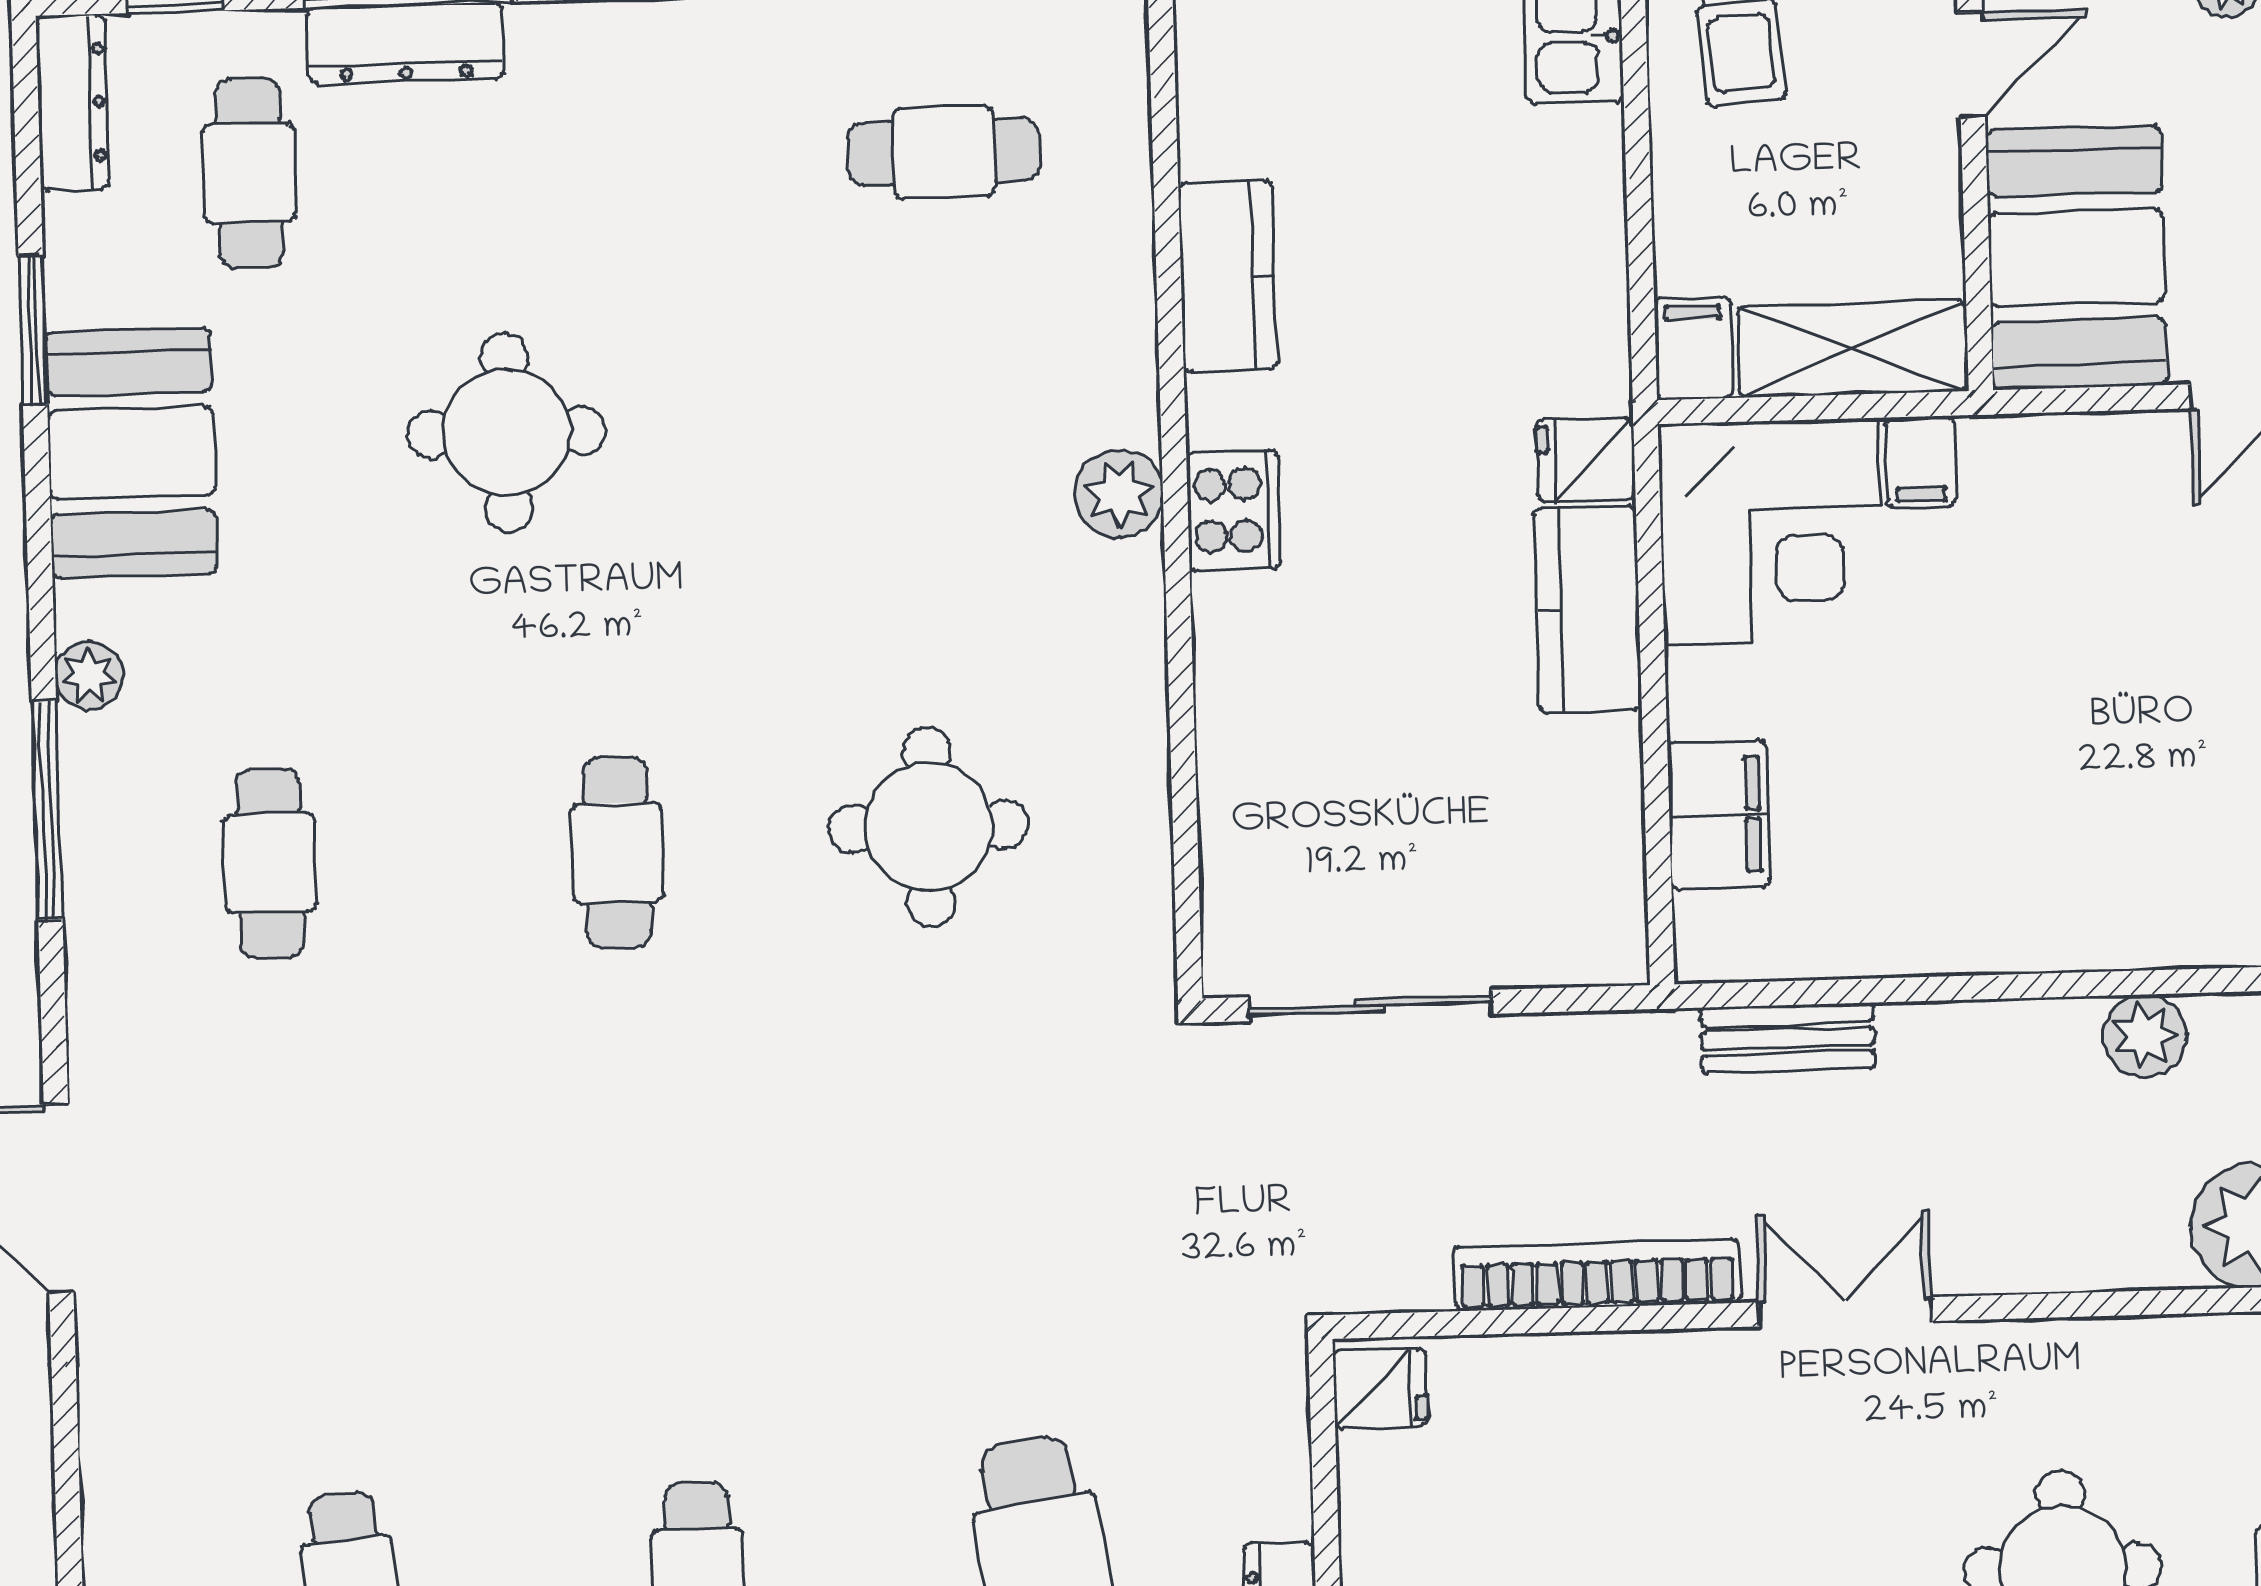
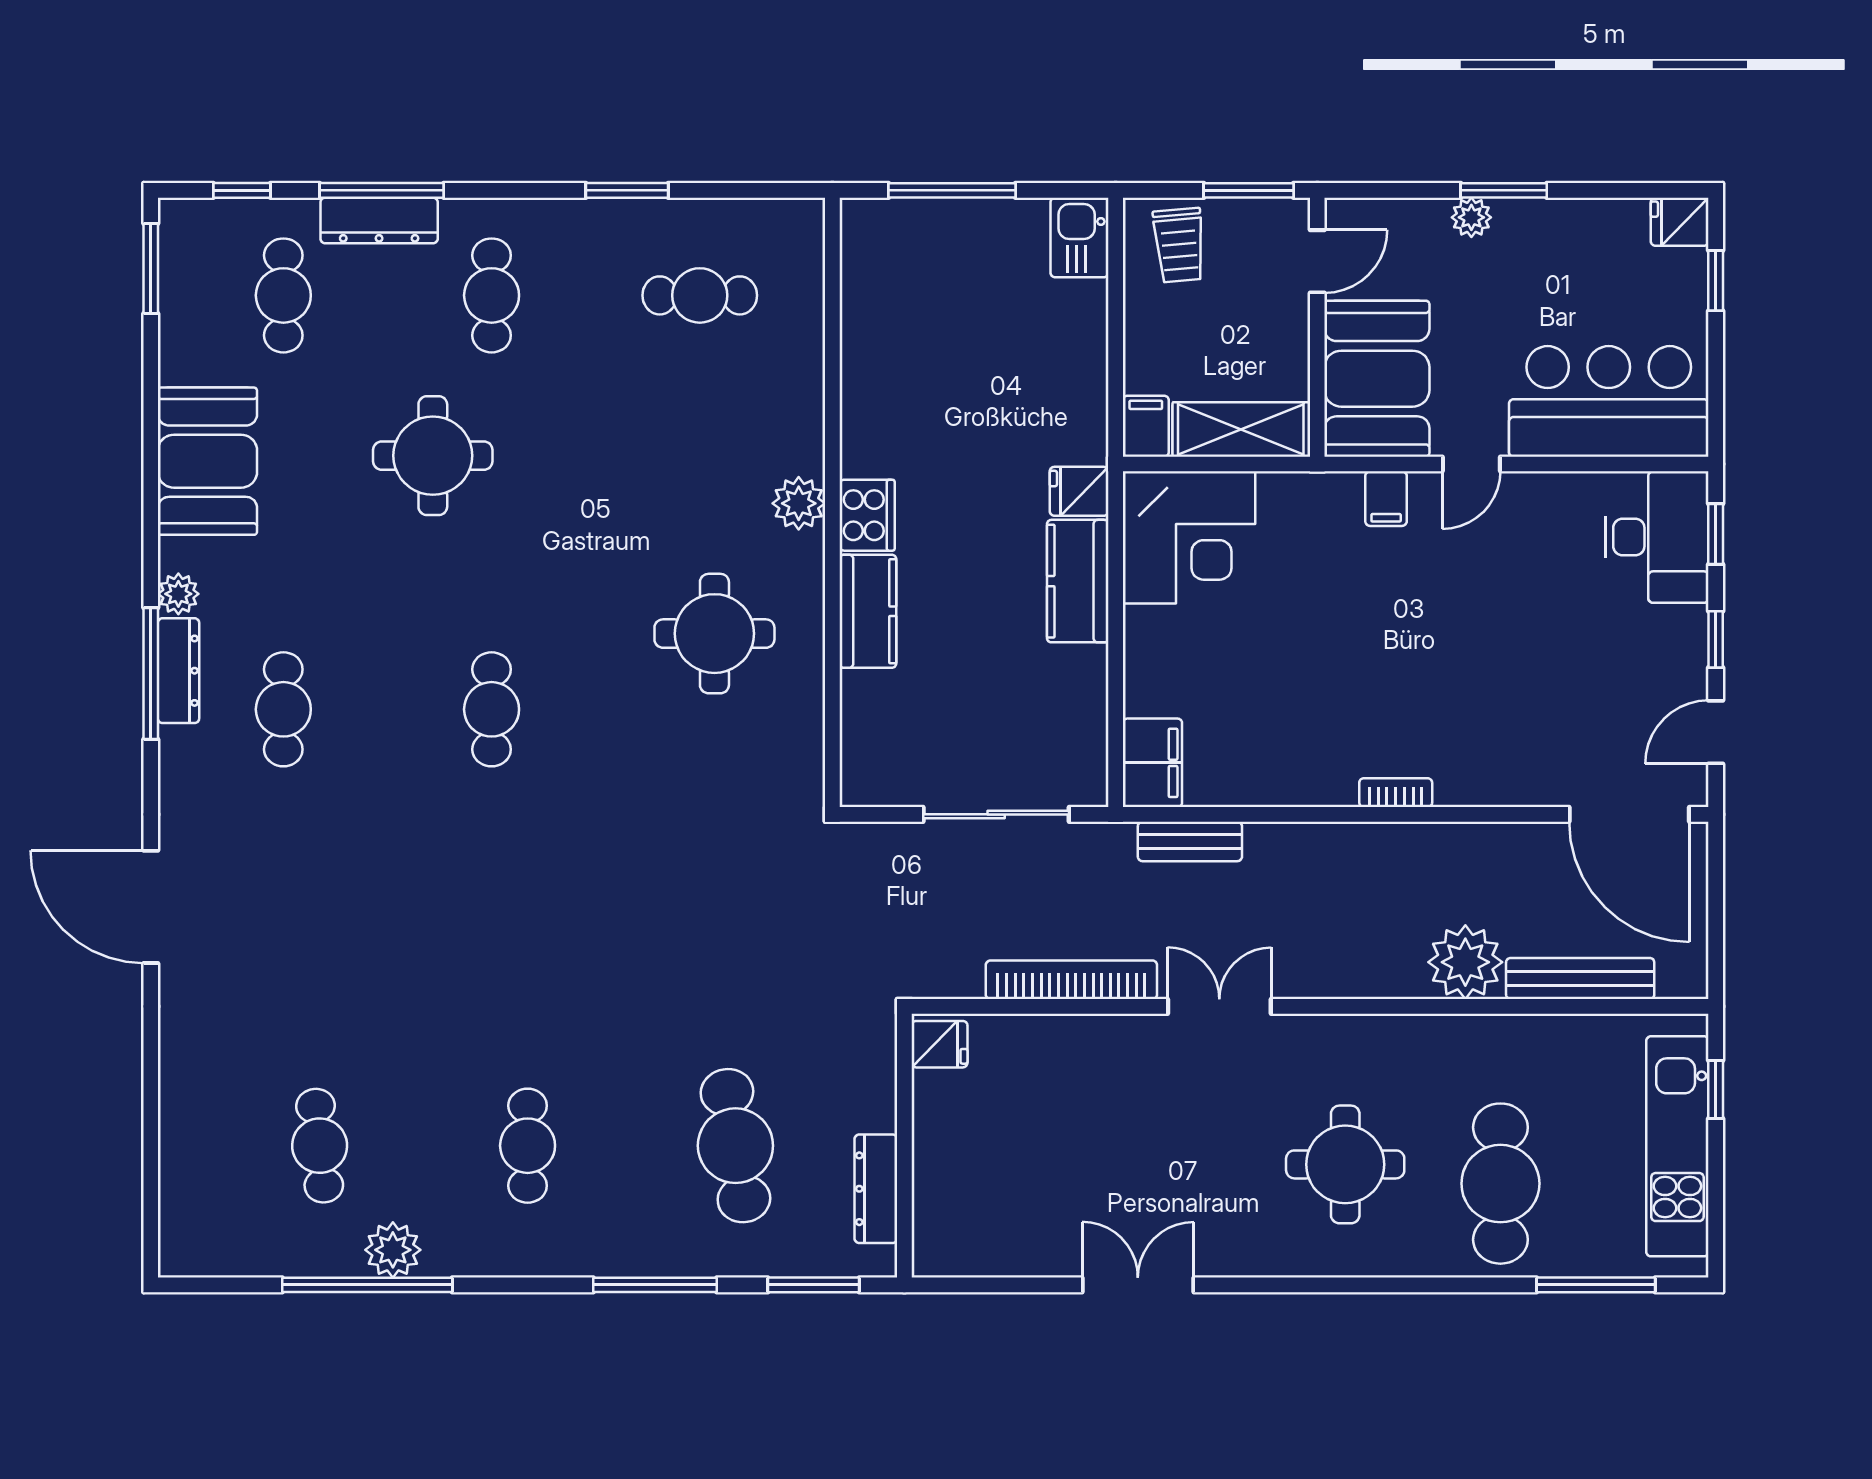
dresser: (72, 102) -> (178, 671), moved
cafe table: (597, 162) -> (492, 295), added
kitchen counter: (1228, 276) -> (868, 611), moved
window: (33, 330) -> (151, 268), moved
filing cabinet: (1920, 462) -> (1386, 499), moved
filing cabinet: (1719, 815) -> (1152, 763), moved
round table: (929, 827) -> (714, 634), moved
bookcase: (2128, 947) -> (1396, 793), added
sliding door: (1370, 1005) -> (996, 814), moved
plant: (2145, 1036) -> (1404, 846), removed

